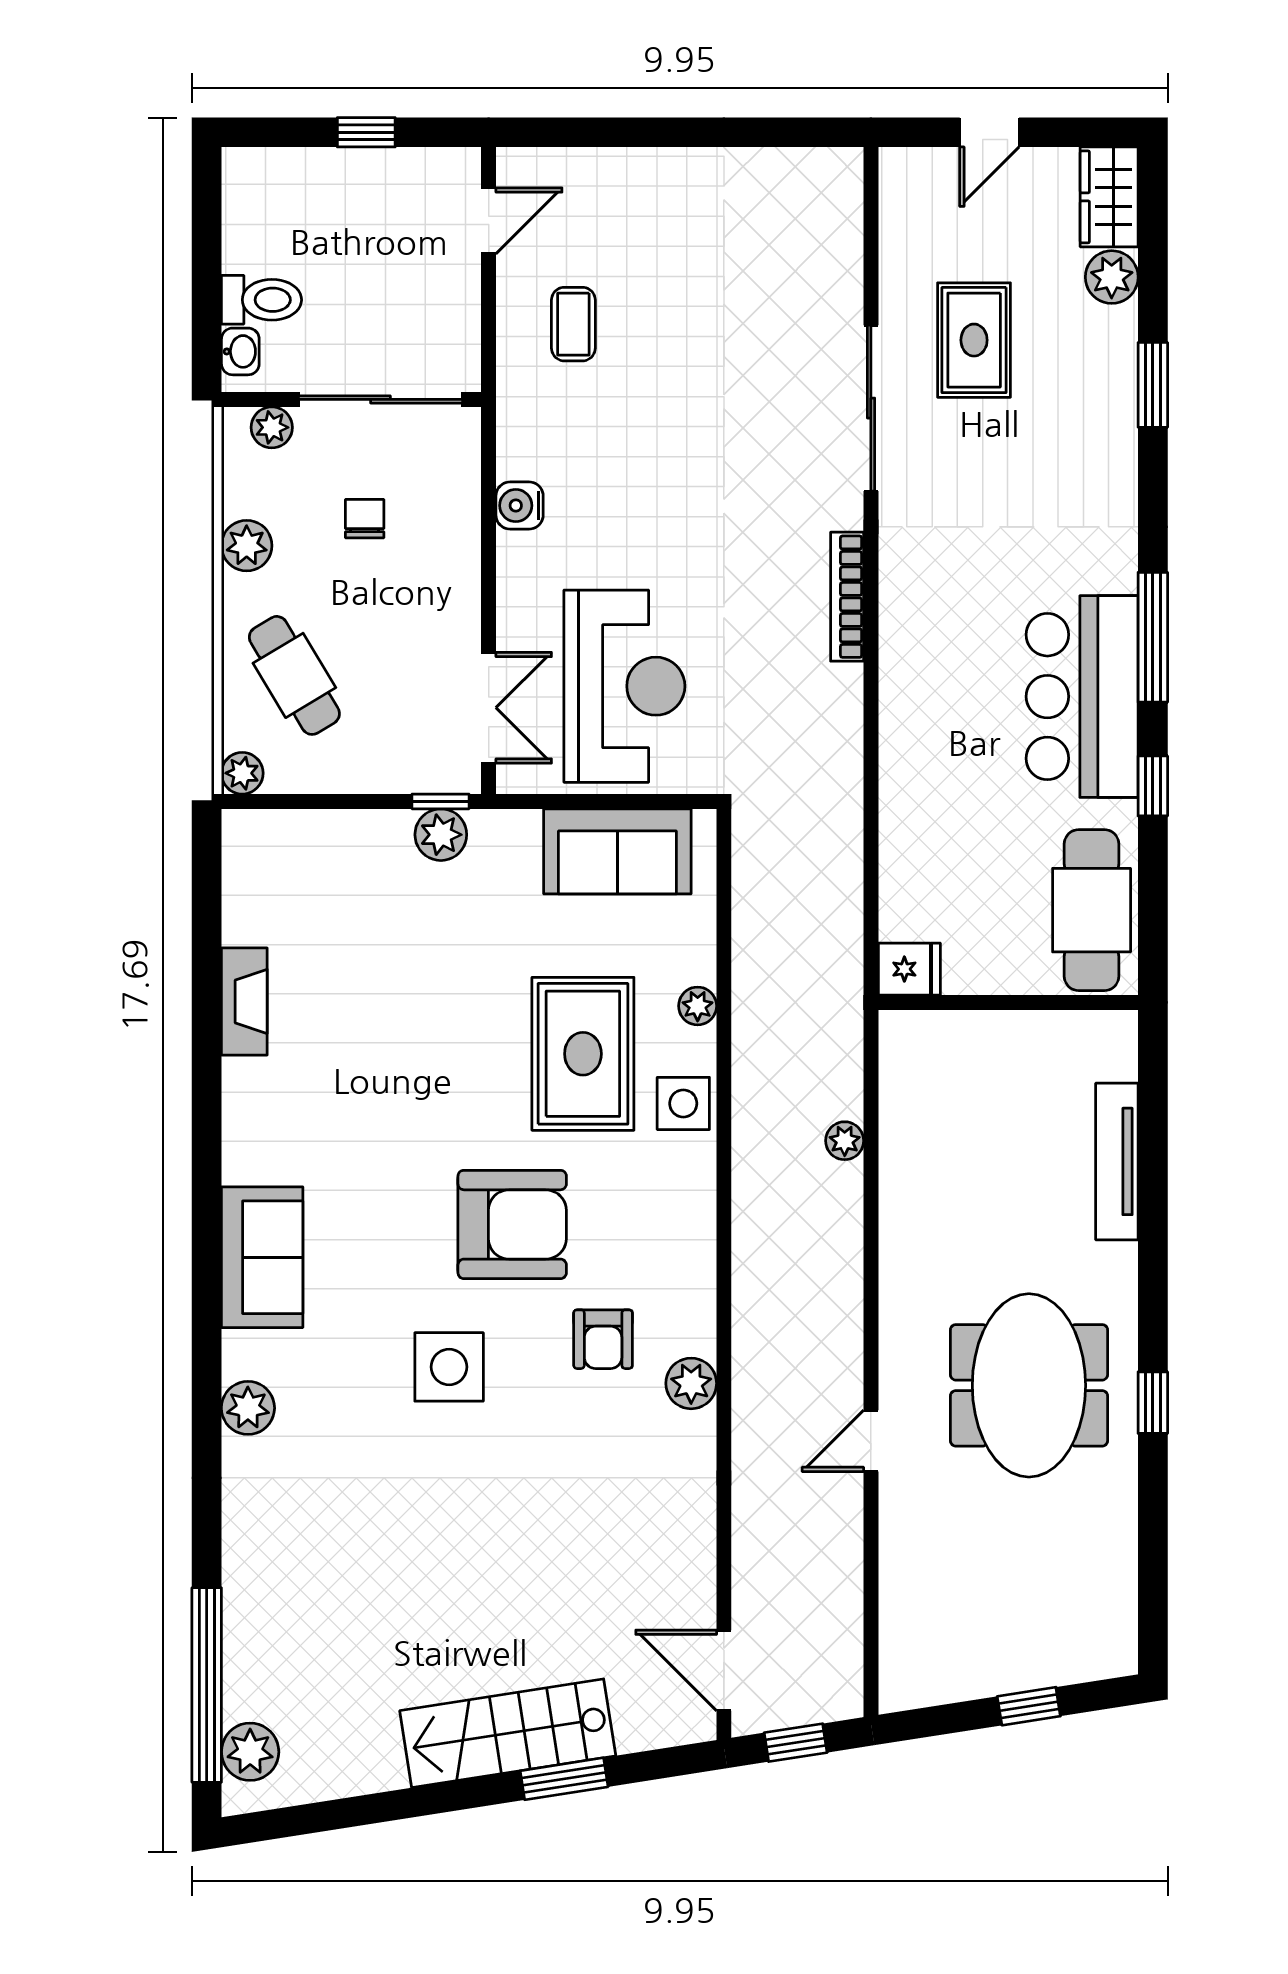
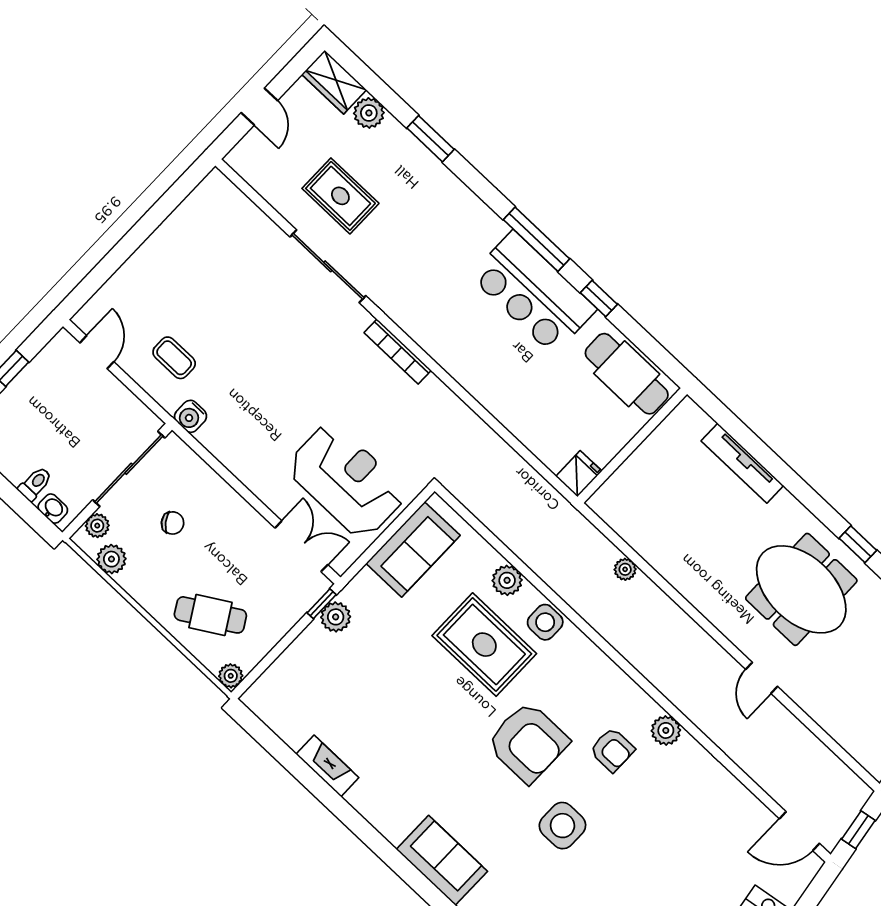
toilet: (261, 300) -> (35, 484), width x0.73, depth x0.72
water cooler: (520, 506) -> (191, 416), moved
chair: (365, 519) -> (173, 523), turned 144
plant: (247, 546) -> (111, 559), moved
plant: (698, 1006) -> (507, 580), width x1.38, depth x1.38
armchair: (512, 1224) -> (528, 742), turned 90

